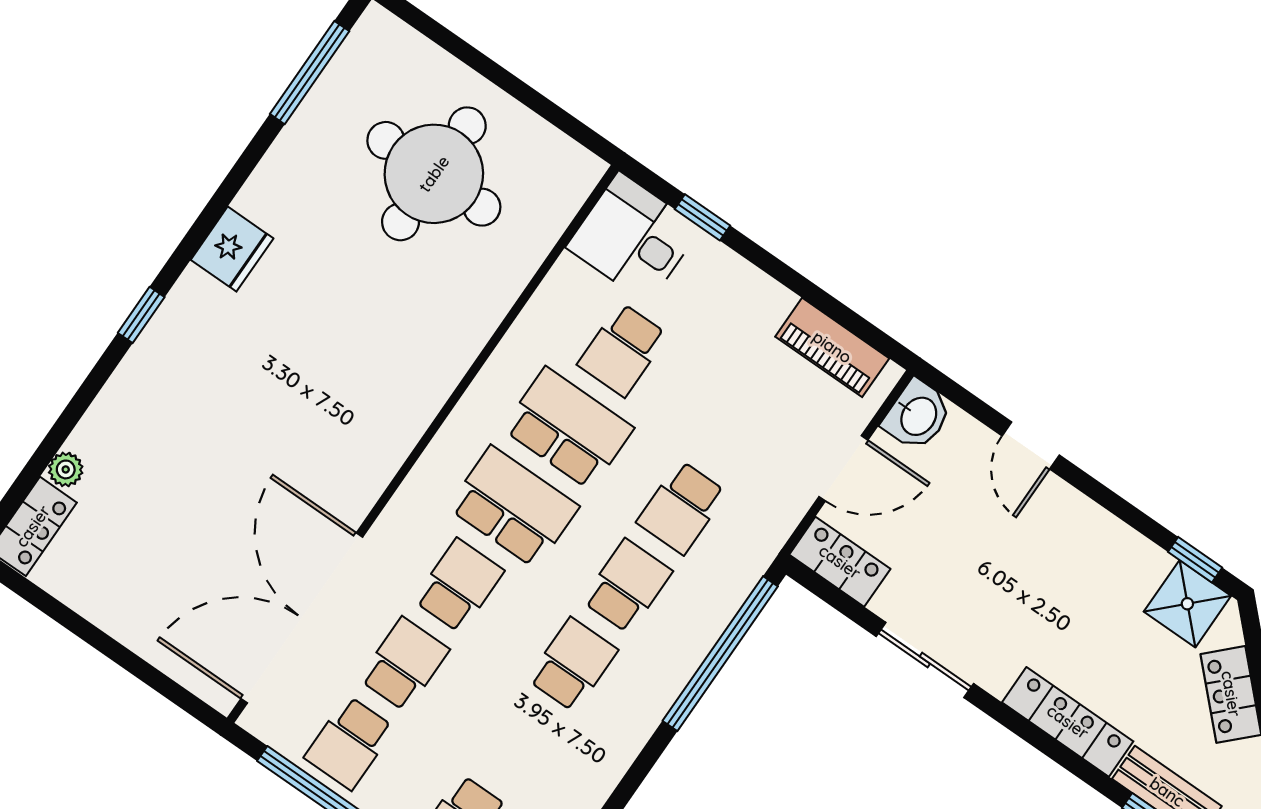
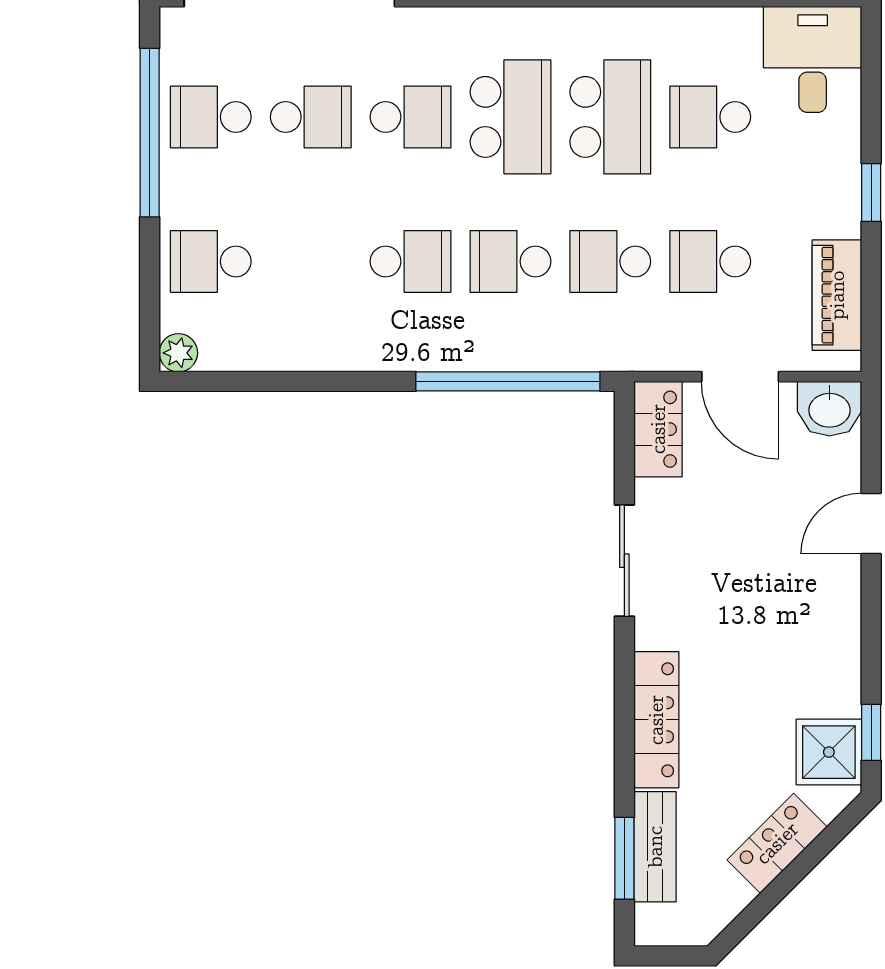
window: (702, 217) -> (871, 192), moved
school desk: (736, 429) -> (710, 261), added
school desk: (627, 586) -> (510, 261), turned 180

